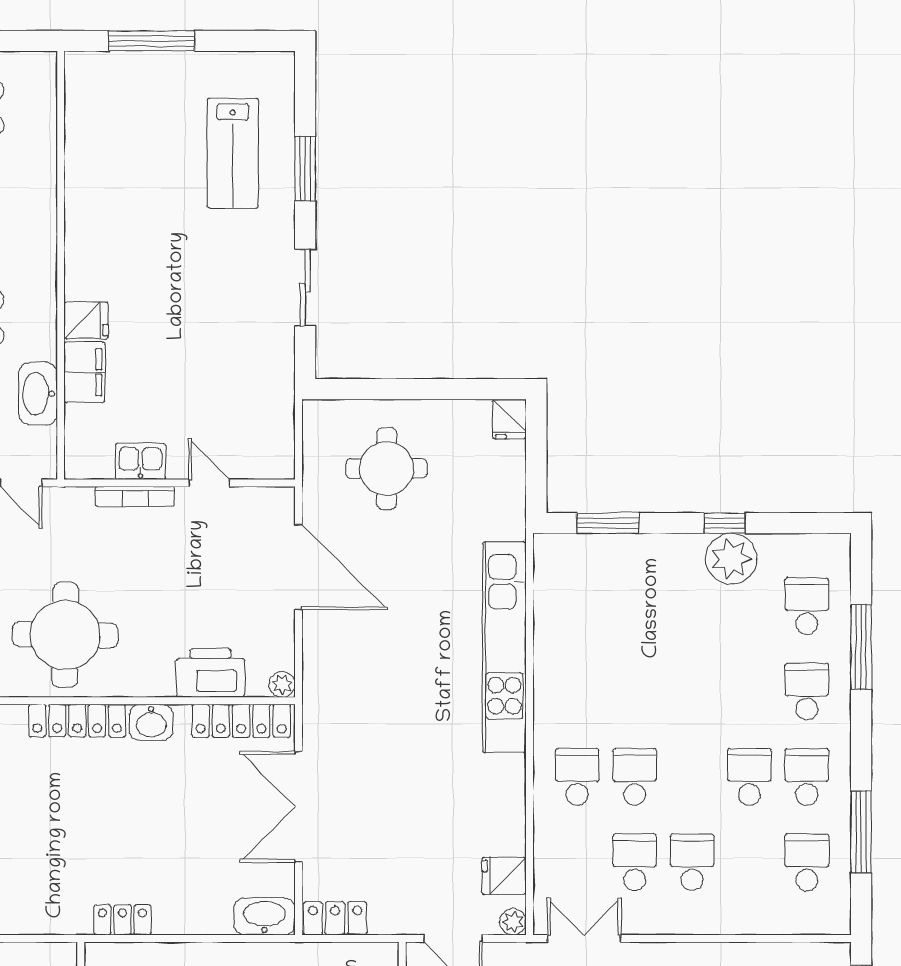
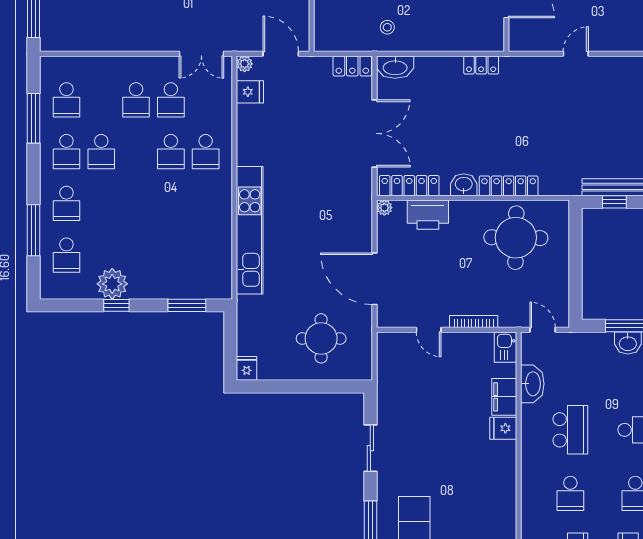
kitchen sink: (140, 461) -> (506, 347), moved, turned 90

